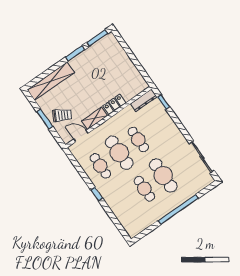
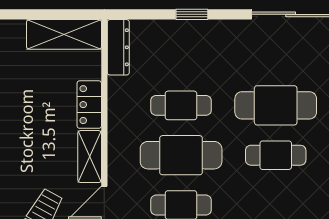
shelving: (134, 76) -> (64, 34), added
window: (164, 102) -> (192, 14), moved

